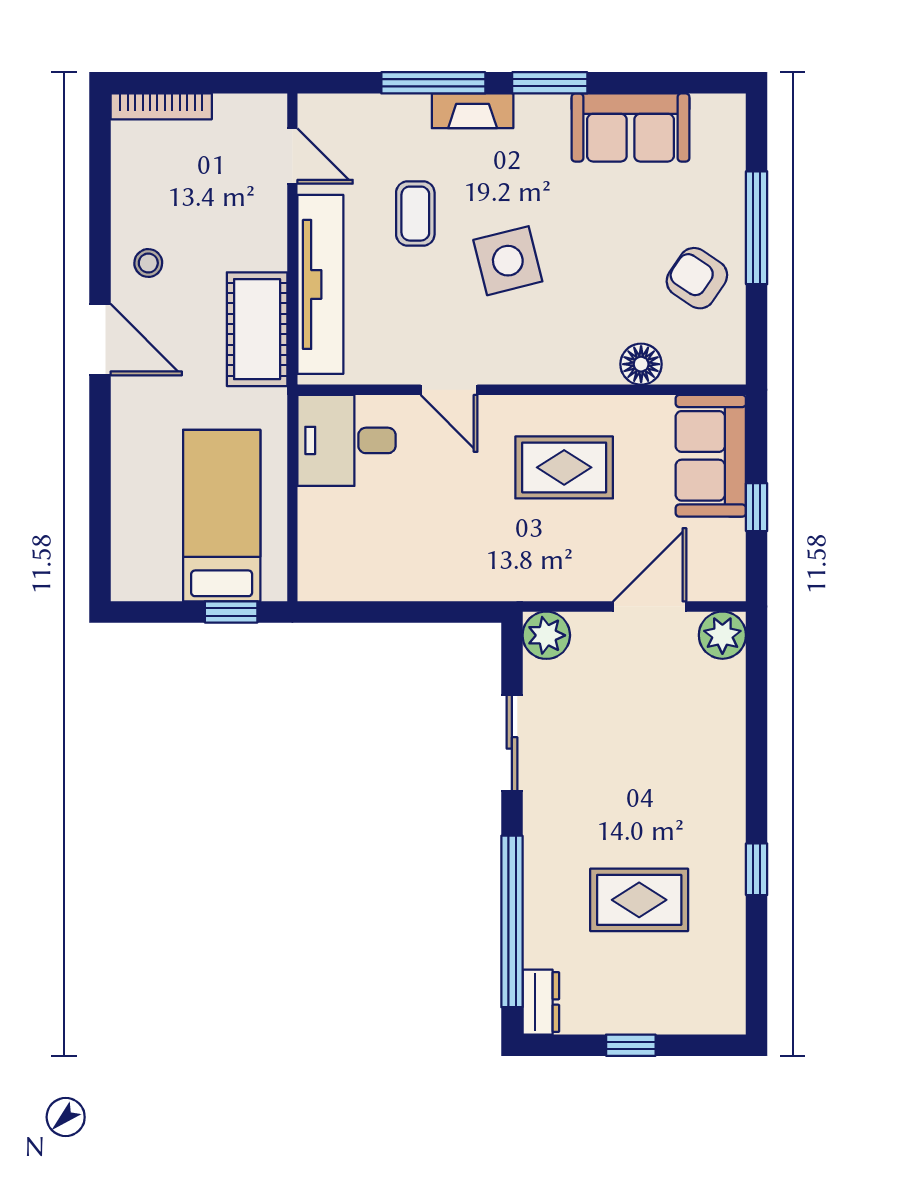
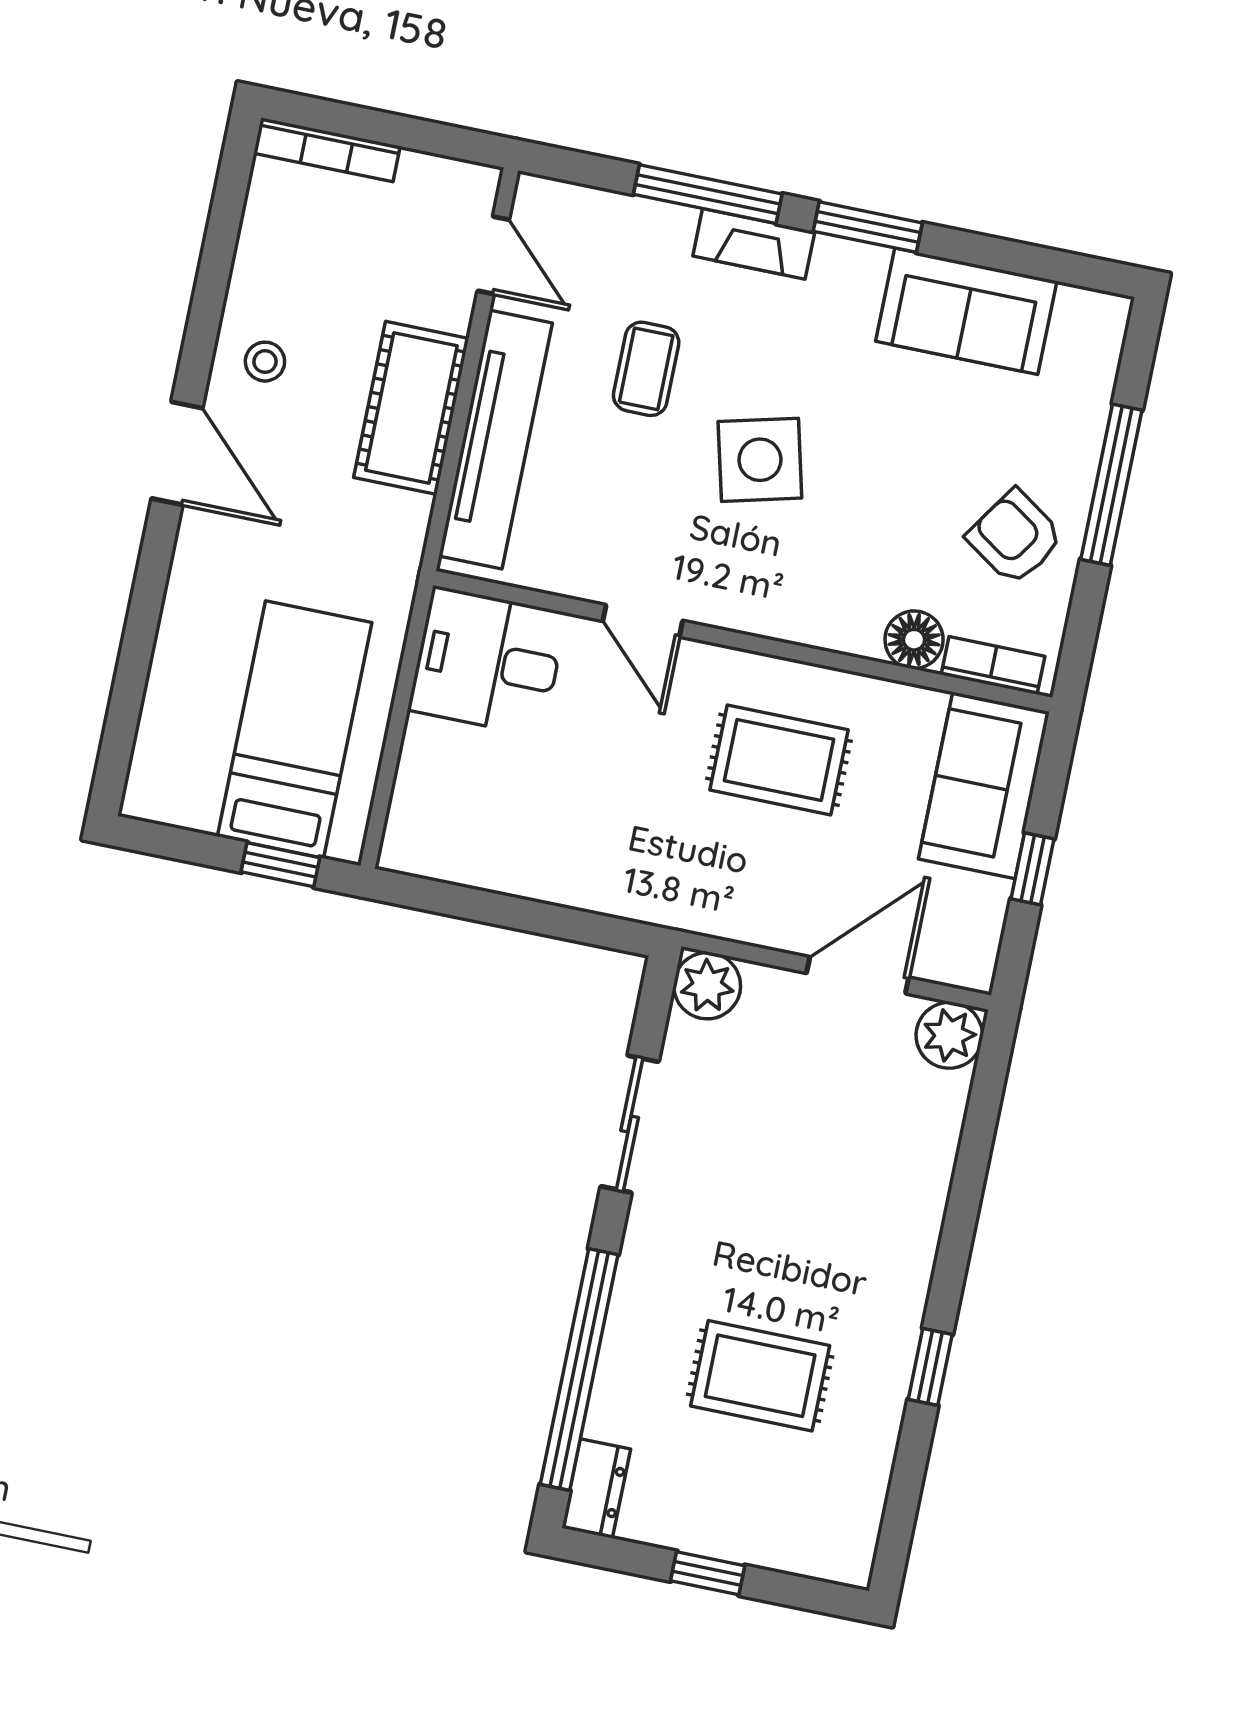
cot: (257, 329) -> (411, 408), moved
bookcase: (700, 371) -> (993, 665), added

